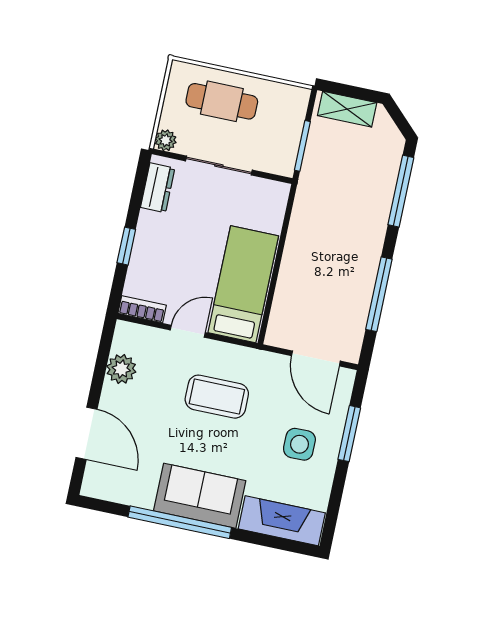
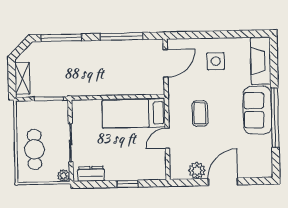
bookcase: (142, 309) -> (161, 167), removed
door: (188, 331) -> (167, 138), hinge flipped
coffee table: (217, 397) -> (200, 114), width x0.73, depth x0.77
door: (86, 433) -> (223, 182), moved
window: (349, 434) -> (203, 35), removed

